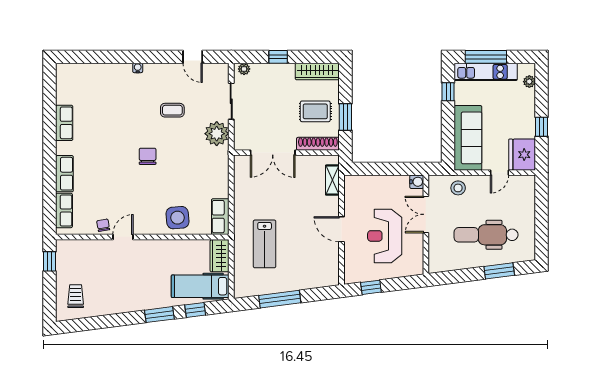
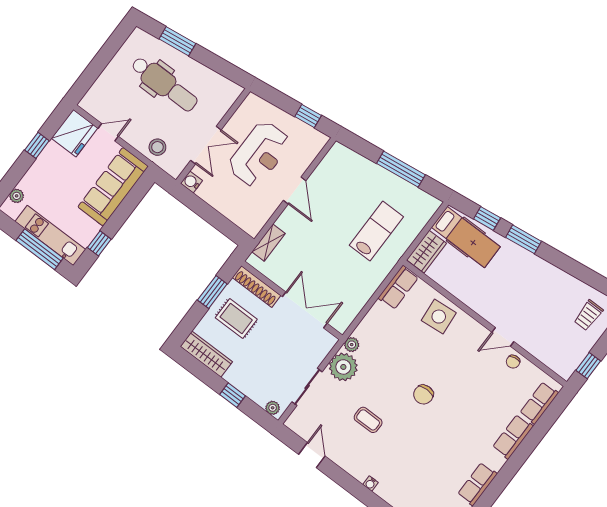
plant: (223, 153) -> (352, 345), added

